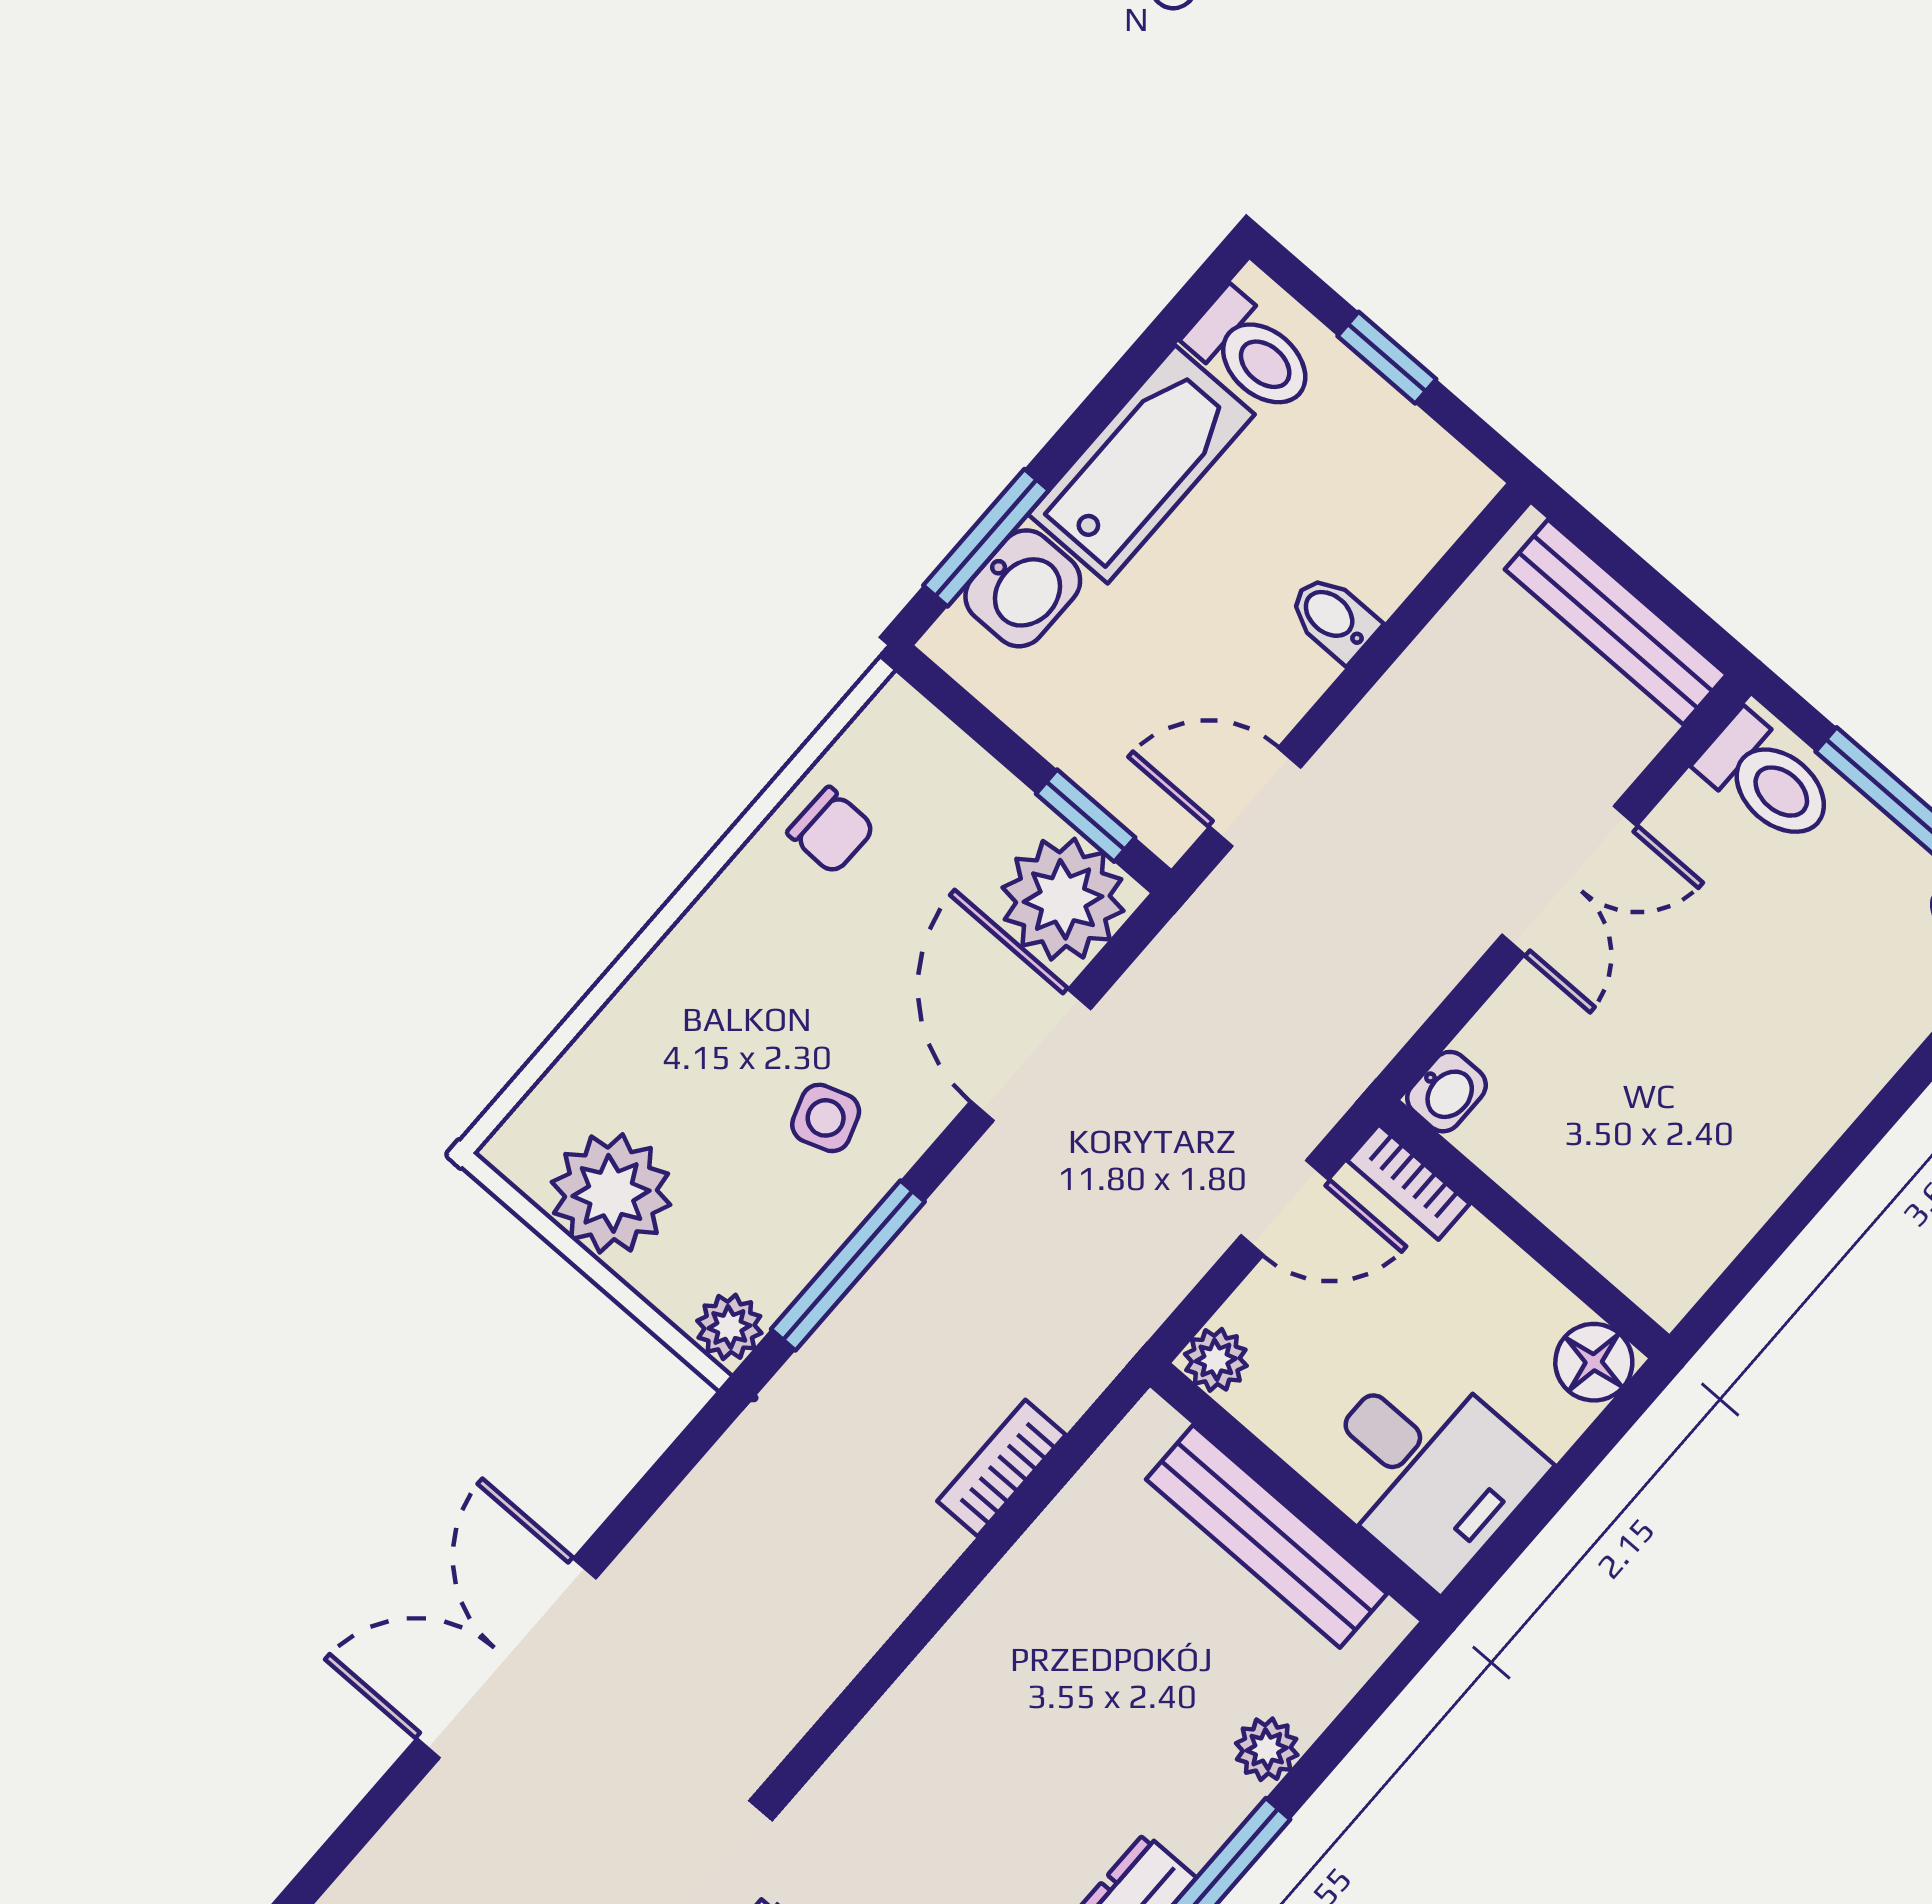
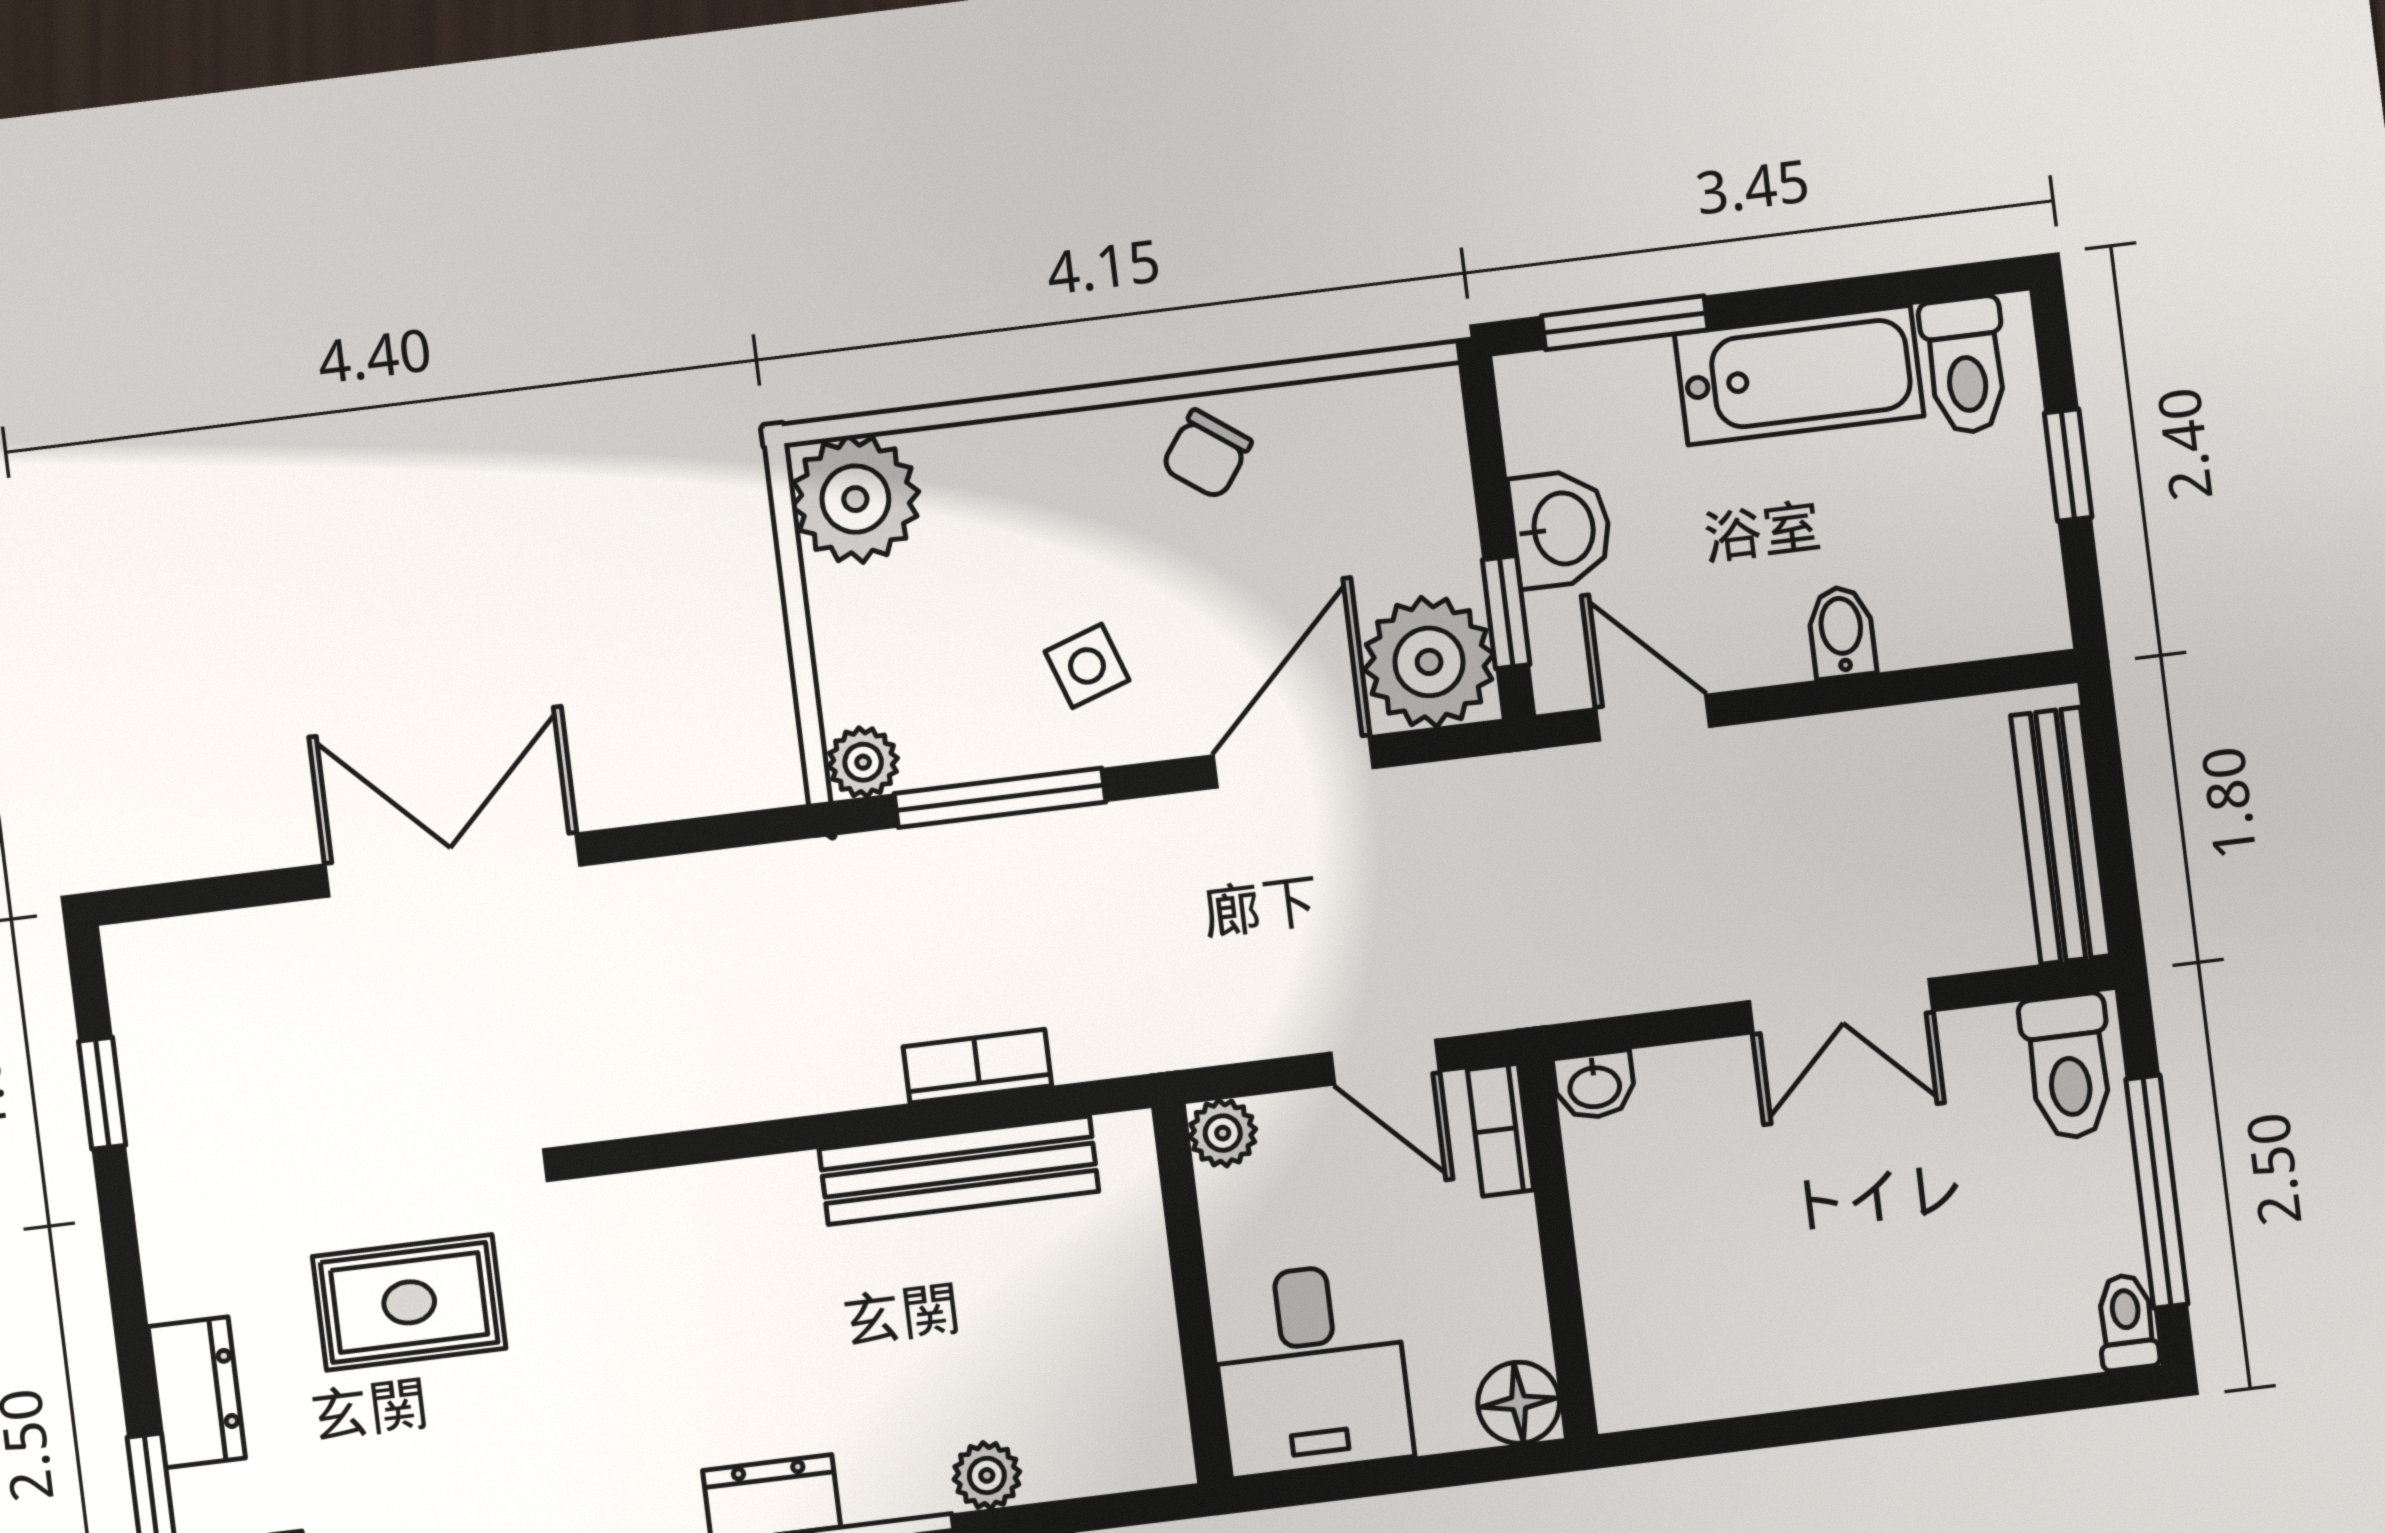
washbasin: (1023, 588) -> (1561, 529), moved, turned -90
chair: (831, 830) -> (1207, 454), moved, turned 35
plant: (611, 1193) -> (855, 499), moved
bench: (1267, 1536) -> (959, 1170), moved, turned 90

